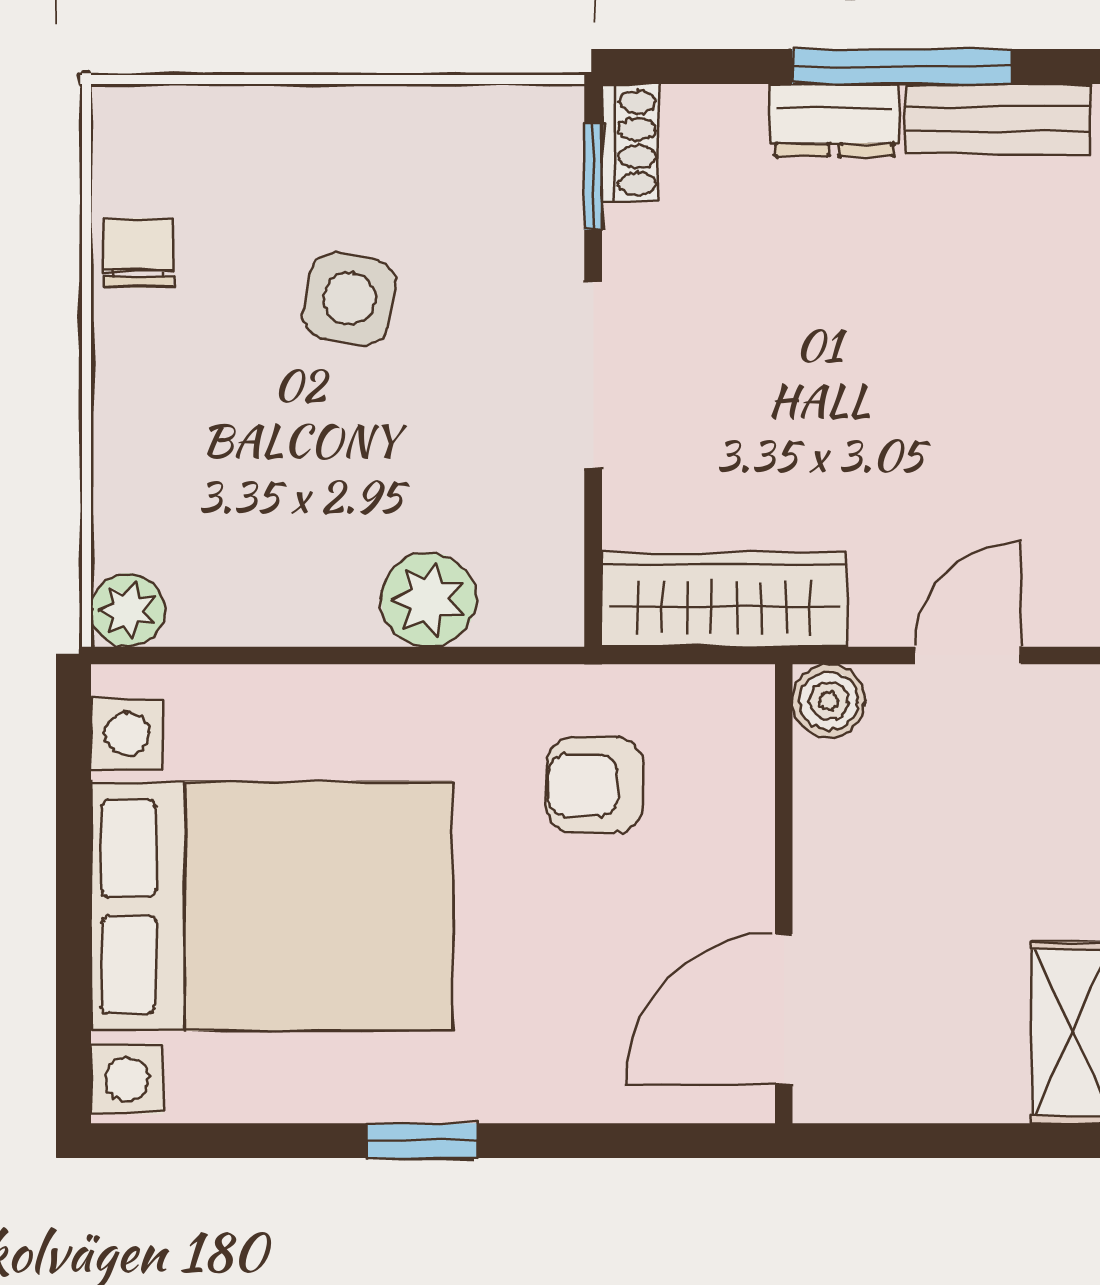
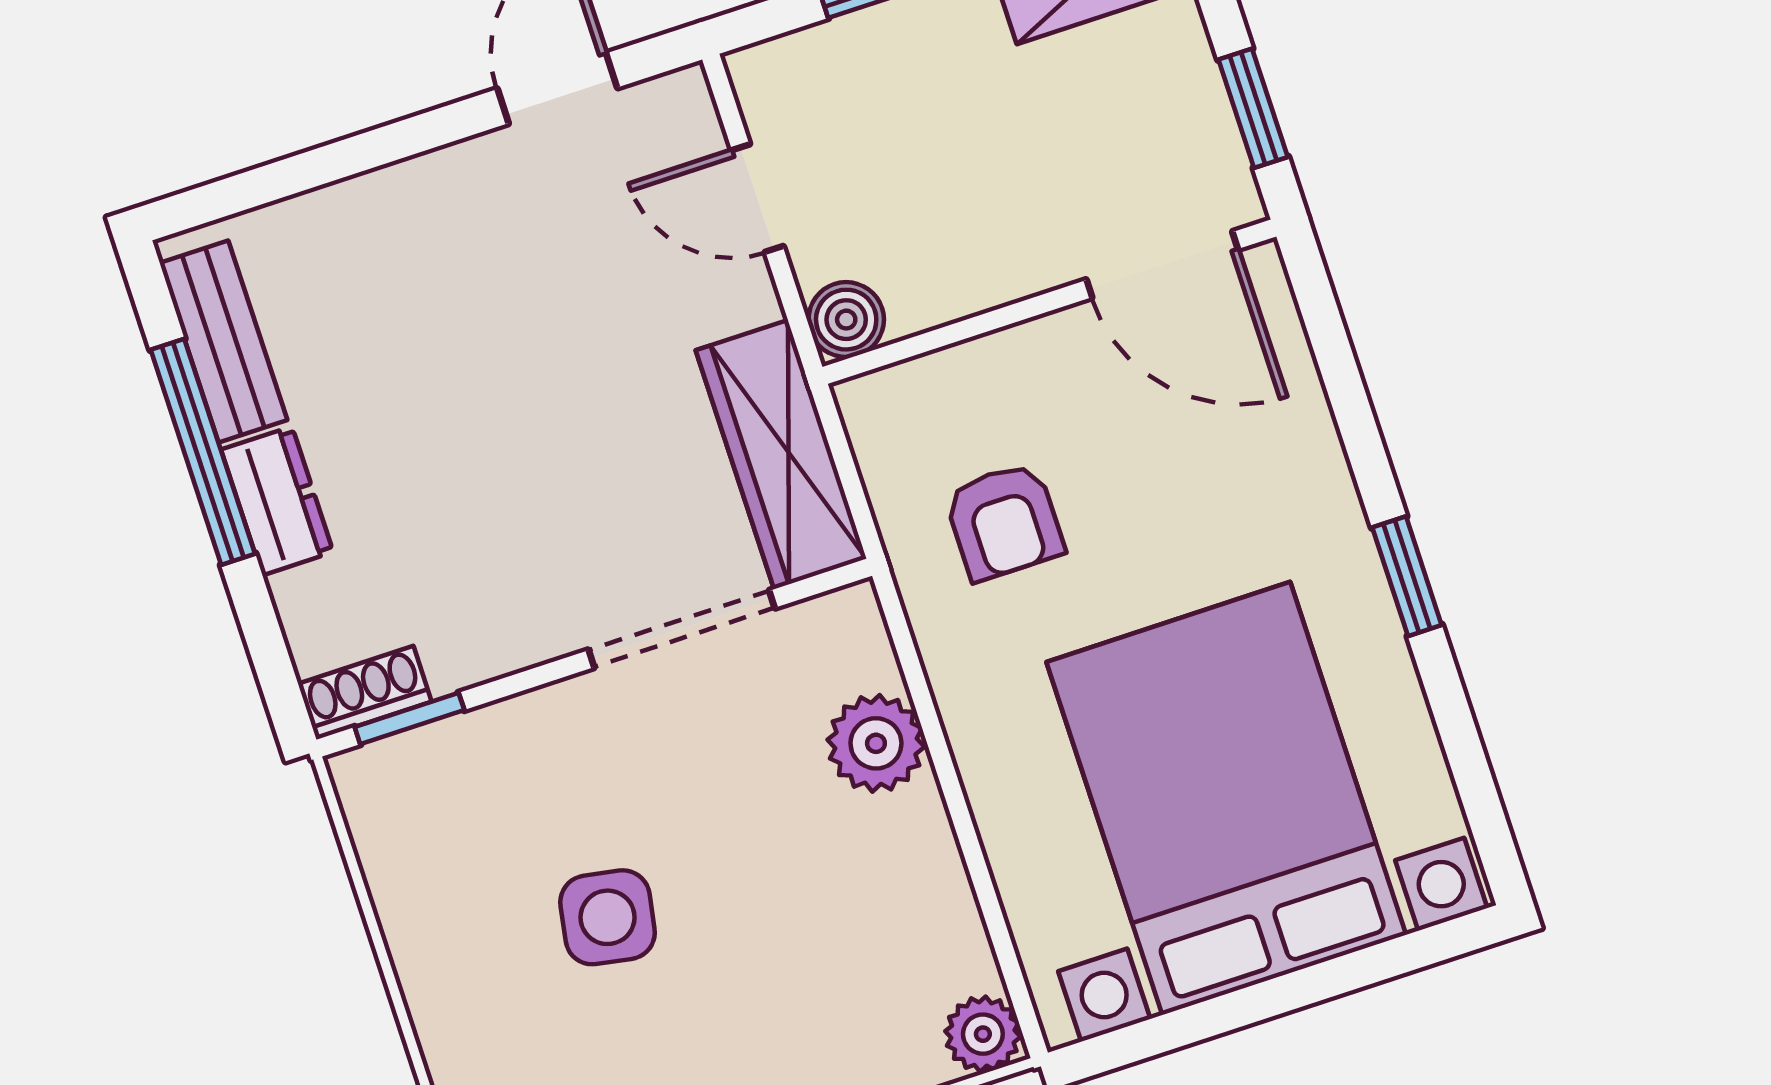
doorway: (593, 375) -> (682, 629), moved
window: (901, 1141) -> (1253, 108), added

